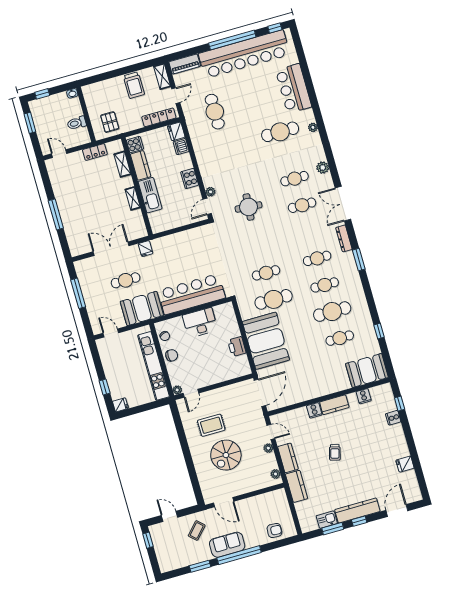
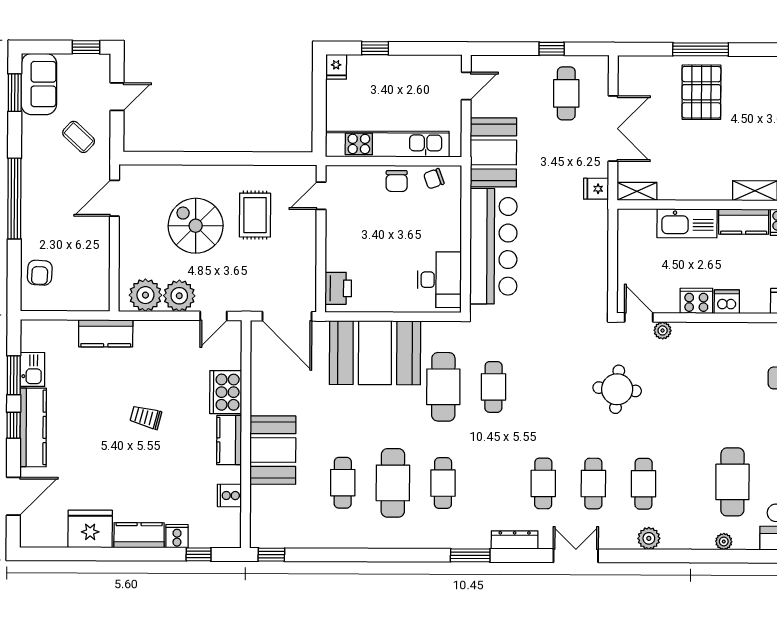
dishwasher: (181, 147) -> (727, 302), moved
shelving: (133, 198) -> (637, 191), moved
double door: (343, 204) -> (576, 556), width x0.73
pallet: (78, 207) -> (701, 92), added
cafe table: (317, 258) -> (543, 483), moved
cafe table: (126, 280) -> (566, 93), moved
window: (78, 293) -> (552, 49), width x0.46
desk: (200, 323) -> (439, 280), moved
window: (379, 331) -> (271, 555), moved
printer: (237, 347) -> (338, 288), moved, turned 90
booth: (367, 370) -> (273, 450), moved
plant: (177, 390) -> (334, 173), removed
door: (191, 393) -> (321, 196), hinge flipped
cooker: (314, 410) -> (226, 392), width x1.87, depth x1.31
plant: (268, 448) -> (179, 296), width x1.88, depth x1.88
kitchen counter: (288, 458) -> (139, 535), moved, turned 180
fridge: (405, 464) -> (90, 529), width x1.88, depth x1.34
plant: (275, 474) -> (145, 295), width x1.88, depth x1.88
door: (397, 510) -> (13, 496), hinge flipped
sofa: (227, 545) -> (39, 84), moved
window: (200, 566) -> (15, 93), moved

